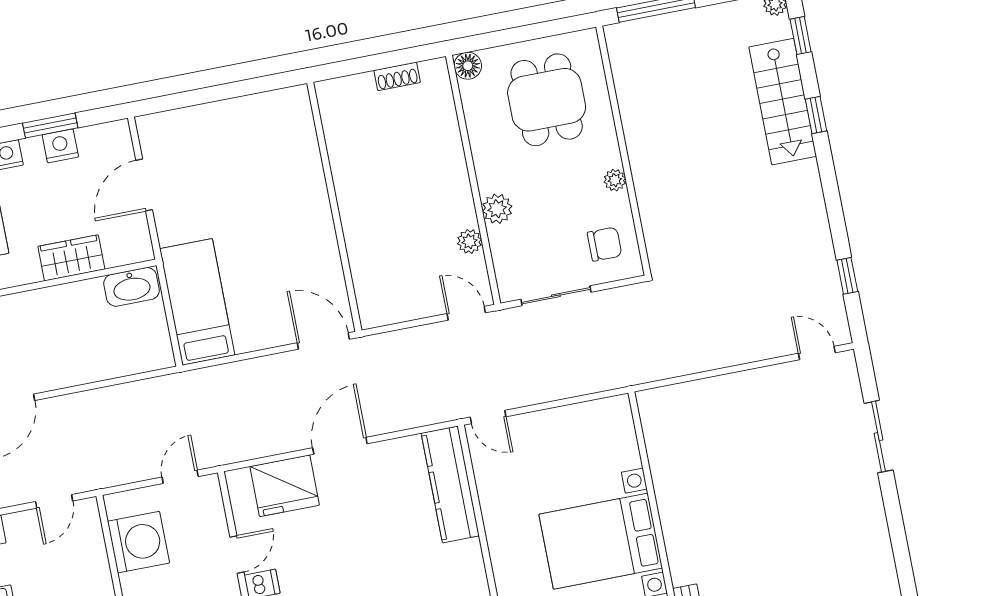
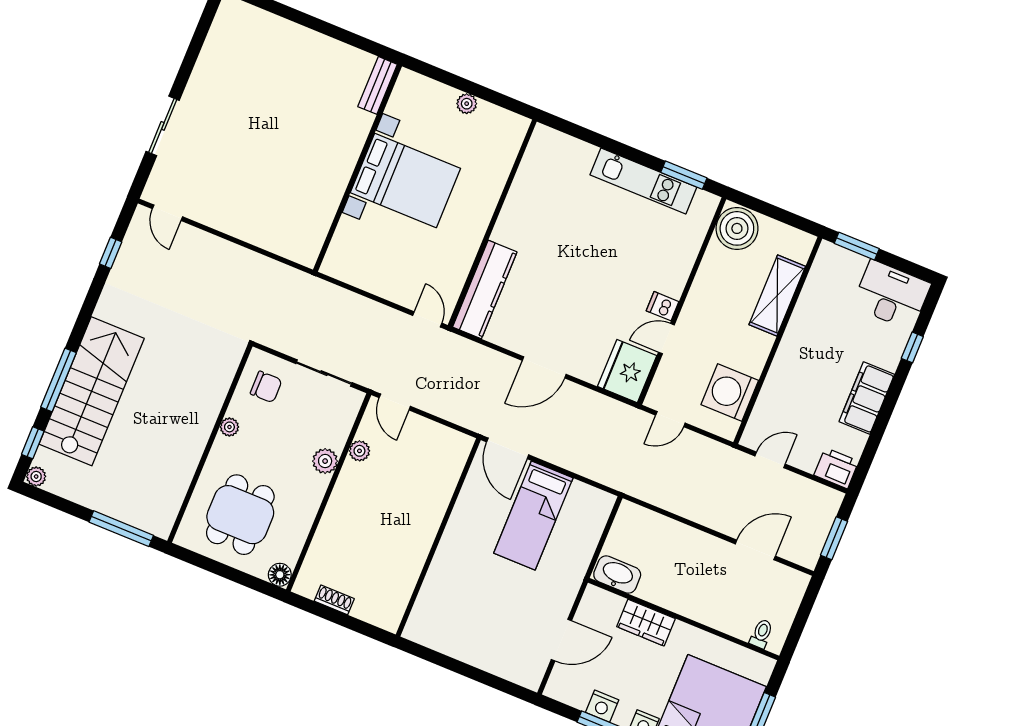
stairs: (783, 102) -> (92, 391), width x1.36, depth x1.51
window: (816, 115) -> (59, 380), width x2.17
chair: (605, 244) -> (266, 387), turned 180
bed: (197, 302) -> (533, 516), moved
fridge: (285, 486) -> (627, 371), moved, turned -90

